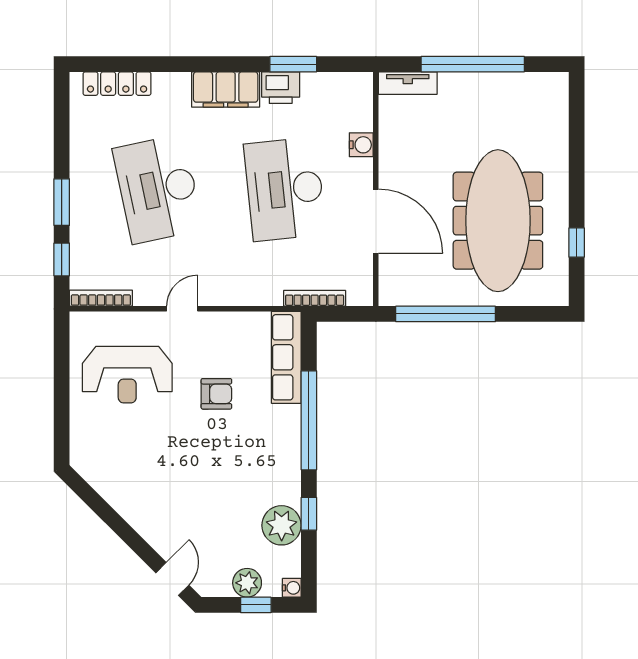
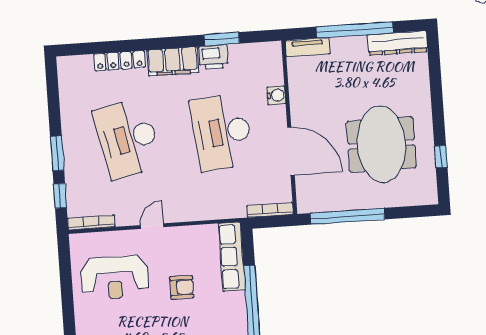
locker: (117, 84) -> (120, 61), moved
dresser: (529, 86) -> (398, 43), added
meeting table: (498, 221) -> (381, 144), width x0.73
bookcase: (315, 298) -> (270, 210), moved

